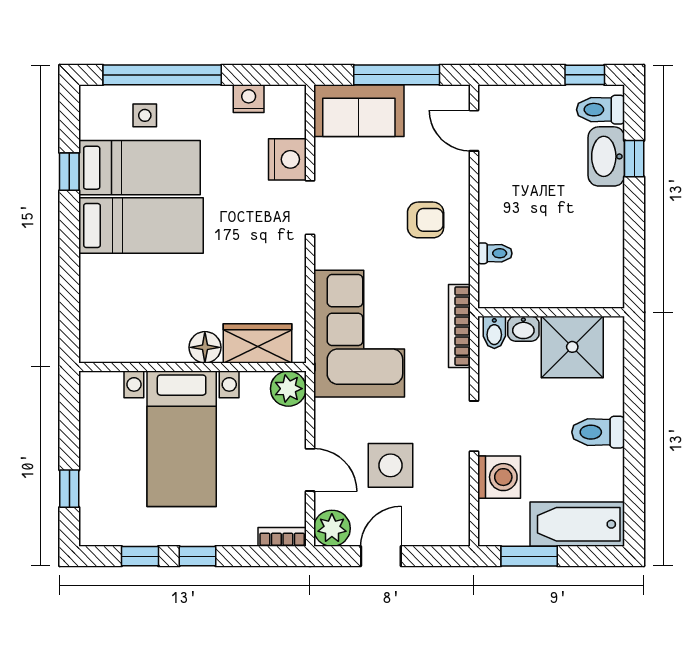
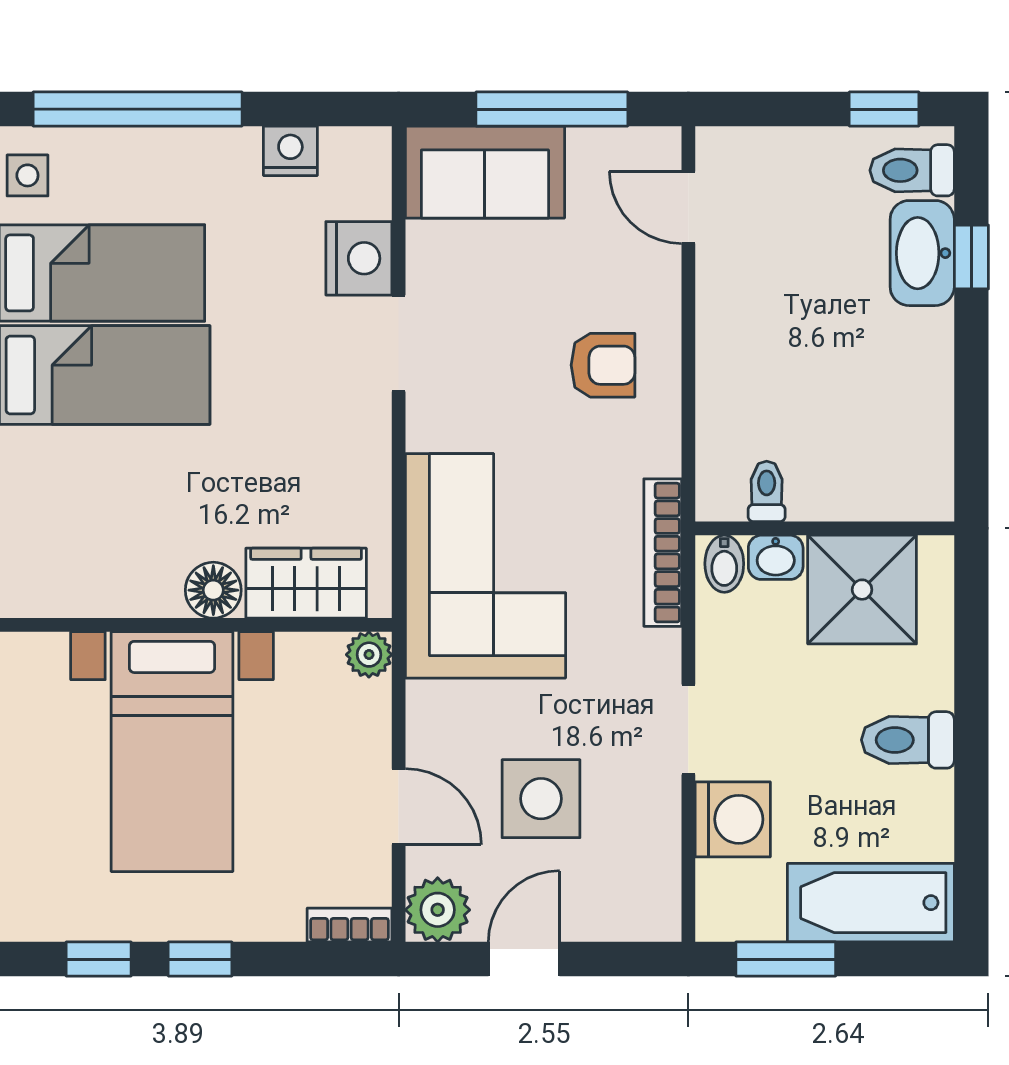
side table: (145, 115) -> (27, 175), moved
toilet: (495, 253) -> (767, 491), moved, turned -90
plant: (288, 389) -> (369, 655), width x0.73, depth x0.73

